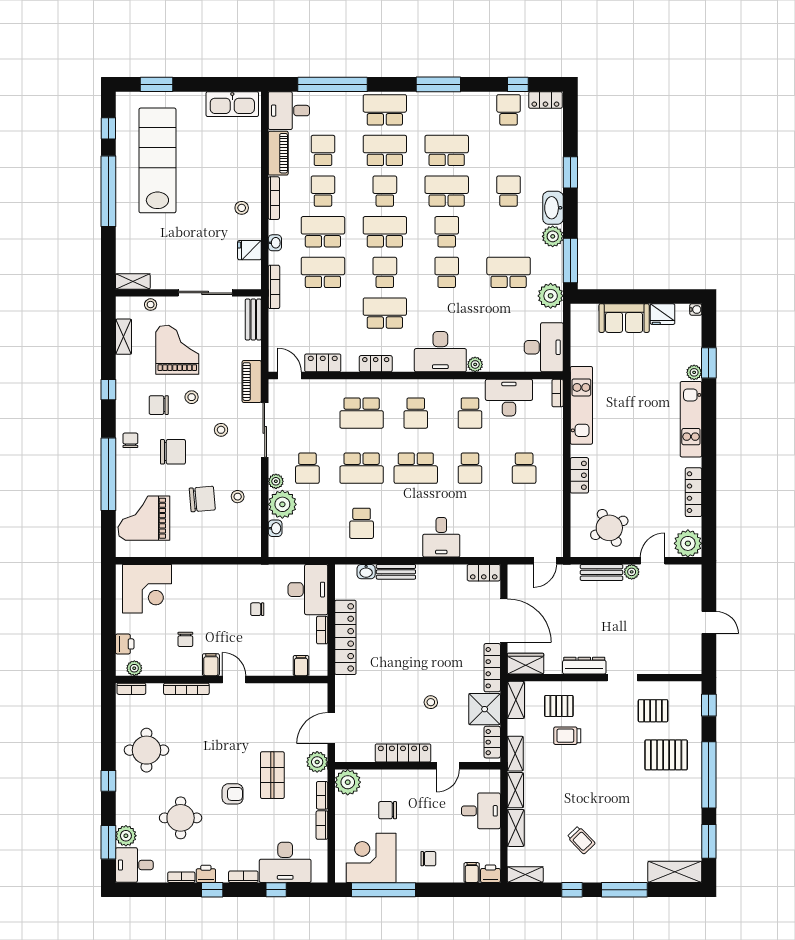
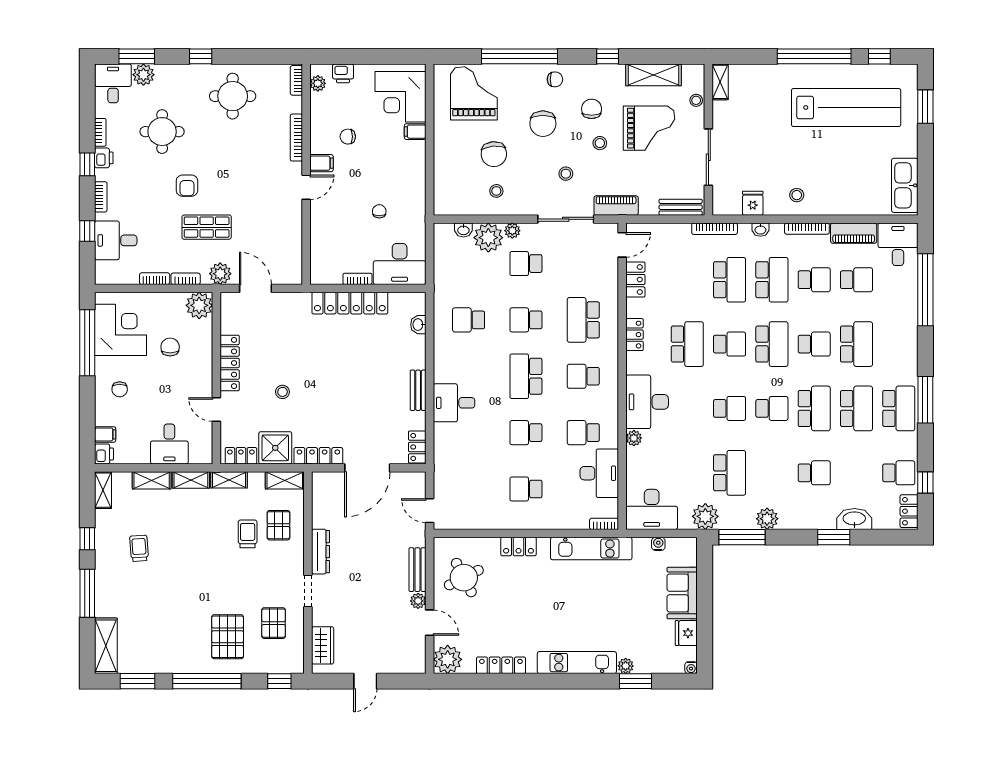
school desk: (385, 110) -> (899, 408), moved
washbasin: (553, 208) -> (854, 519), moved
shelving: (123, 337) -> (654, 75), width x1.50, depth x1.33
water cooler: (577, 341) -> (658, 544), added
school desk: (362, 468) -> (526, 320), width x0.54
bench: (396, 572) -> (418, 390), moved
wardrobe: (526, 664) -> (323, 645), moved
filing cabinet: (301, 666) -> (415, 132), moved, turned 180
trolley: (581, 840) -> (139, 548), turned 130
desk: (285, 862) -> (116, 240), width x0.73

